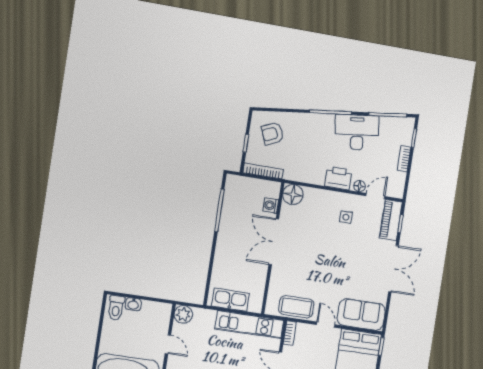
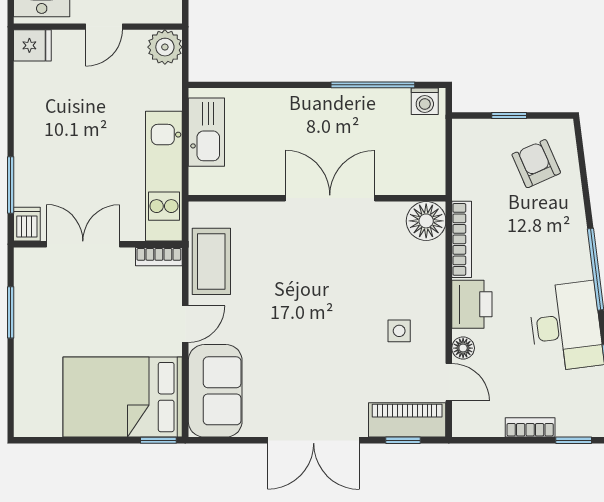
bookcase: (263, 171) -> (462, 239), moved
washing machine: (271, 205) -> (425, 101), moved, turned 180

